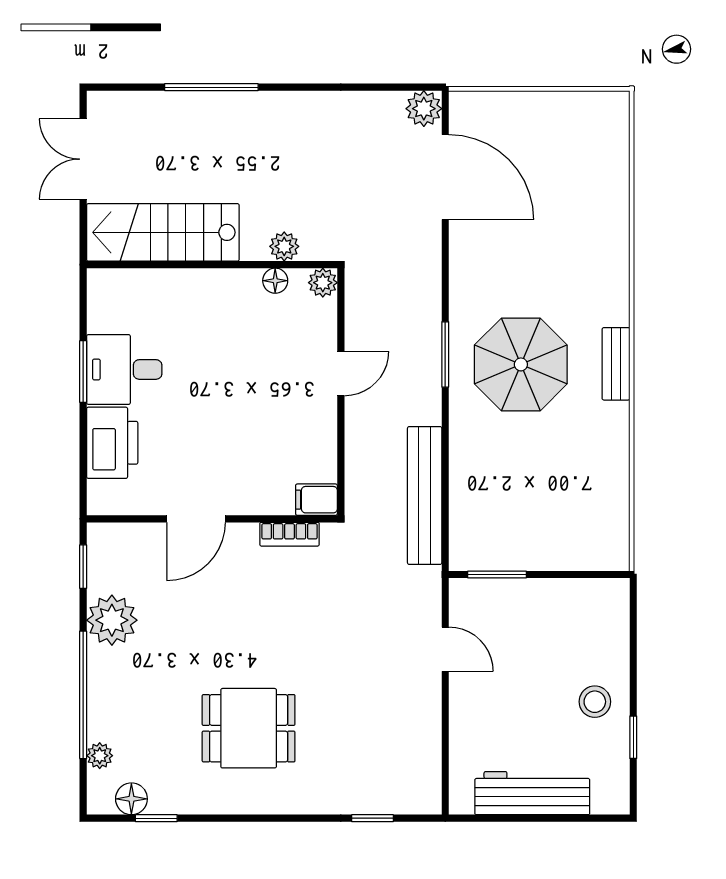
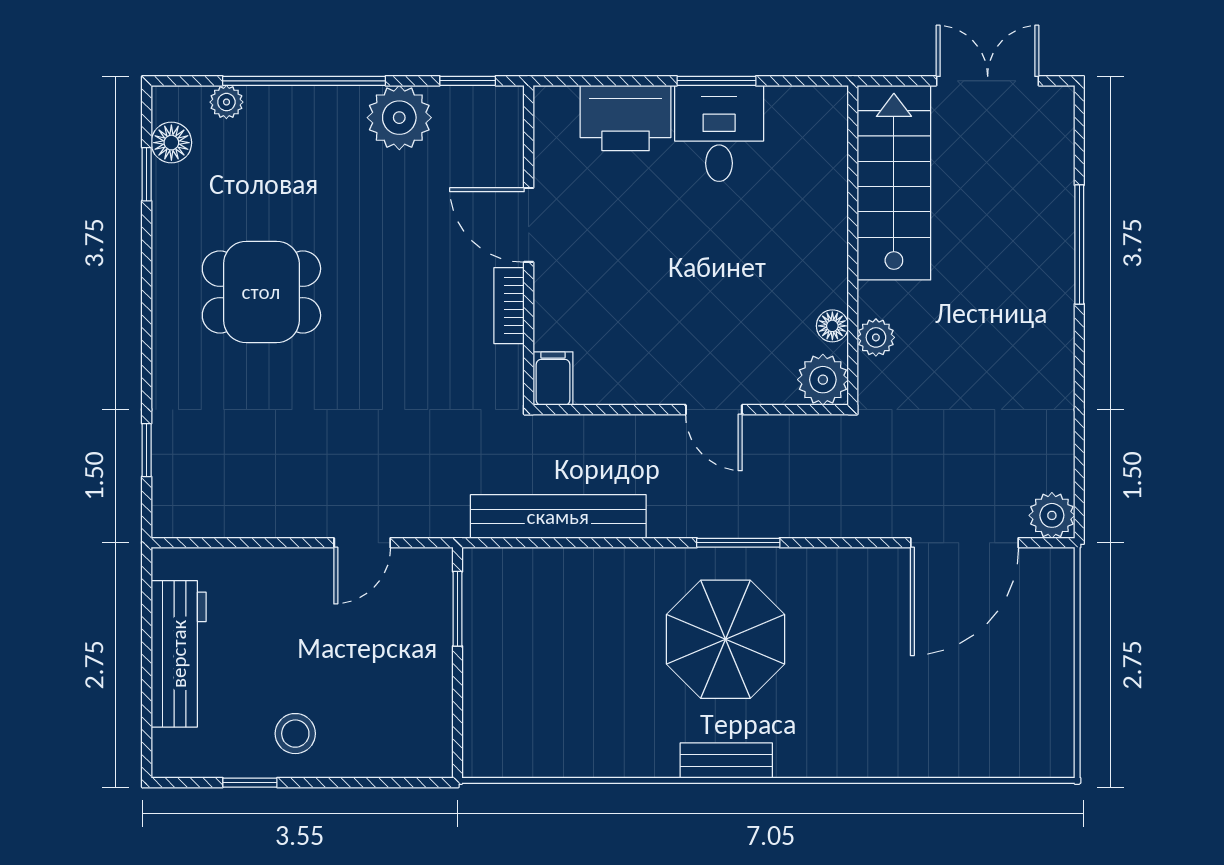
plant: (323, 283) -> (823, 380), width x1.38, depth x1.38
bookcase: (289, 534) -> (509, 306), moved
dining table: (249, 728) -> (261, 292), turned 90

